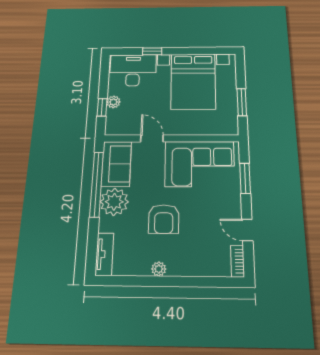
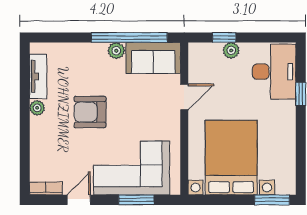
bed with nightstands: (193, 81) -> (231, 158), moved, turned 90
window: (242, 102) -> (272, 200), moved
corner sofa: (200, 164) -> (132, 168), moved, turned 90
plant: (114, 202) -> (116, 51), width x0.53, depth x0.53
tv unit: (104, 254) -> (38, 76), moved, turned -90

